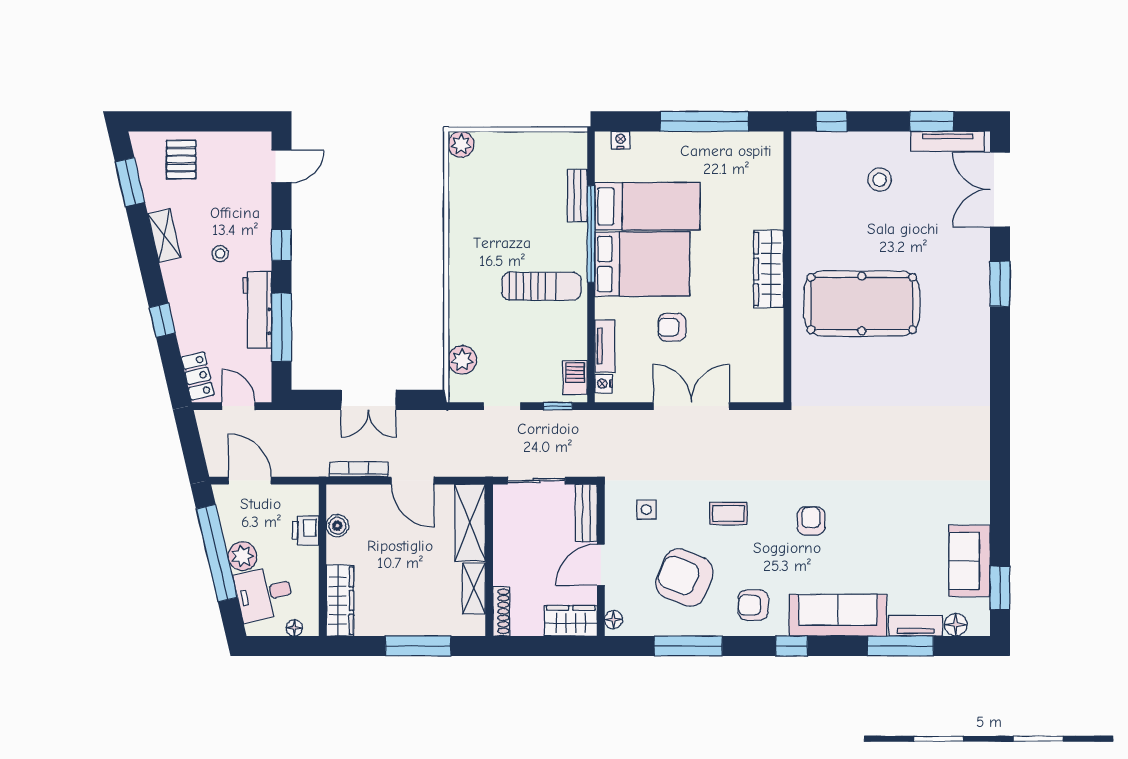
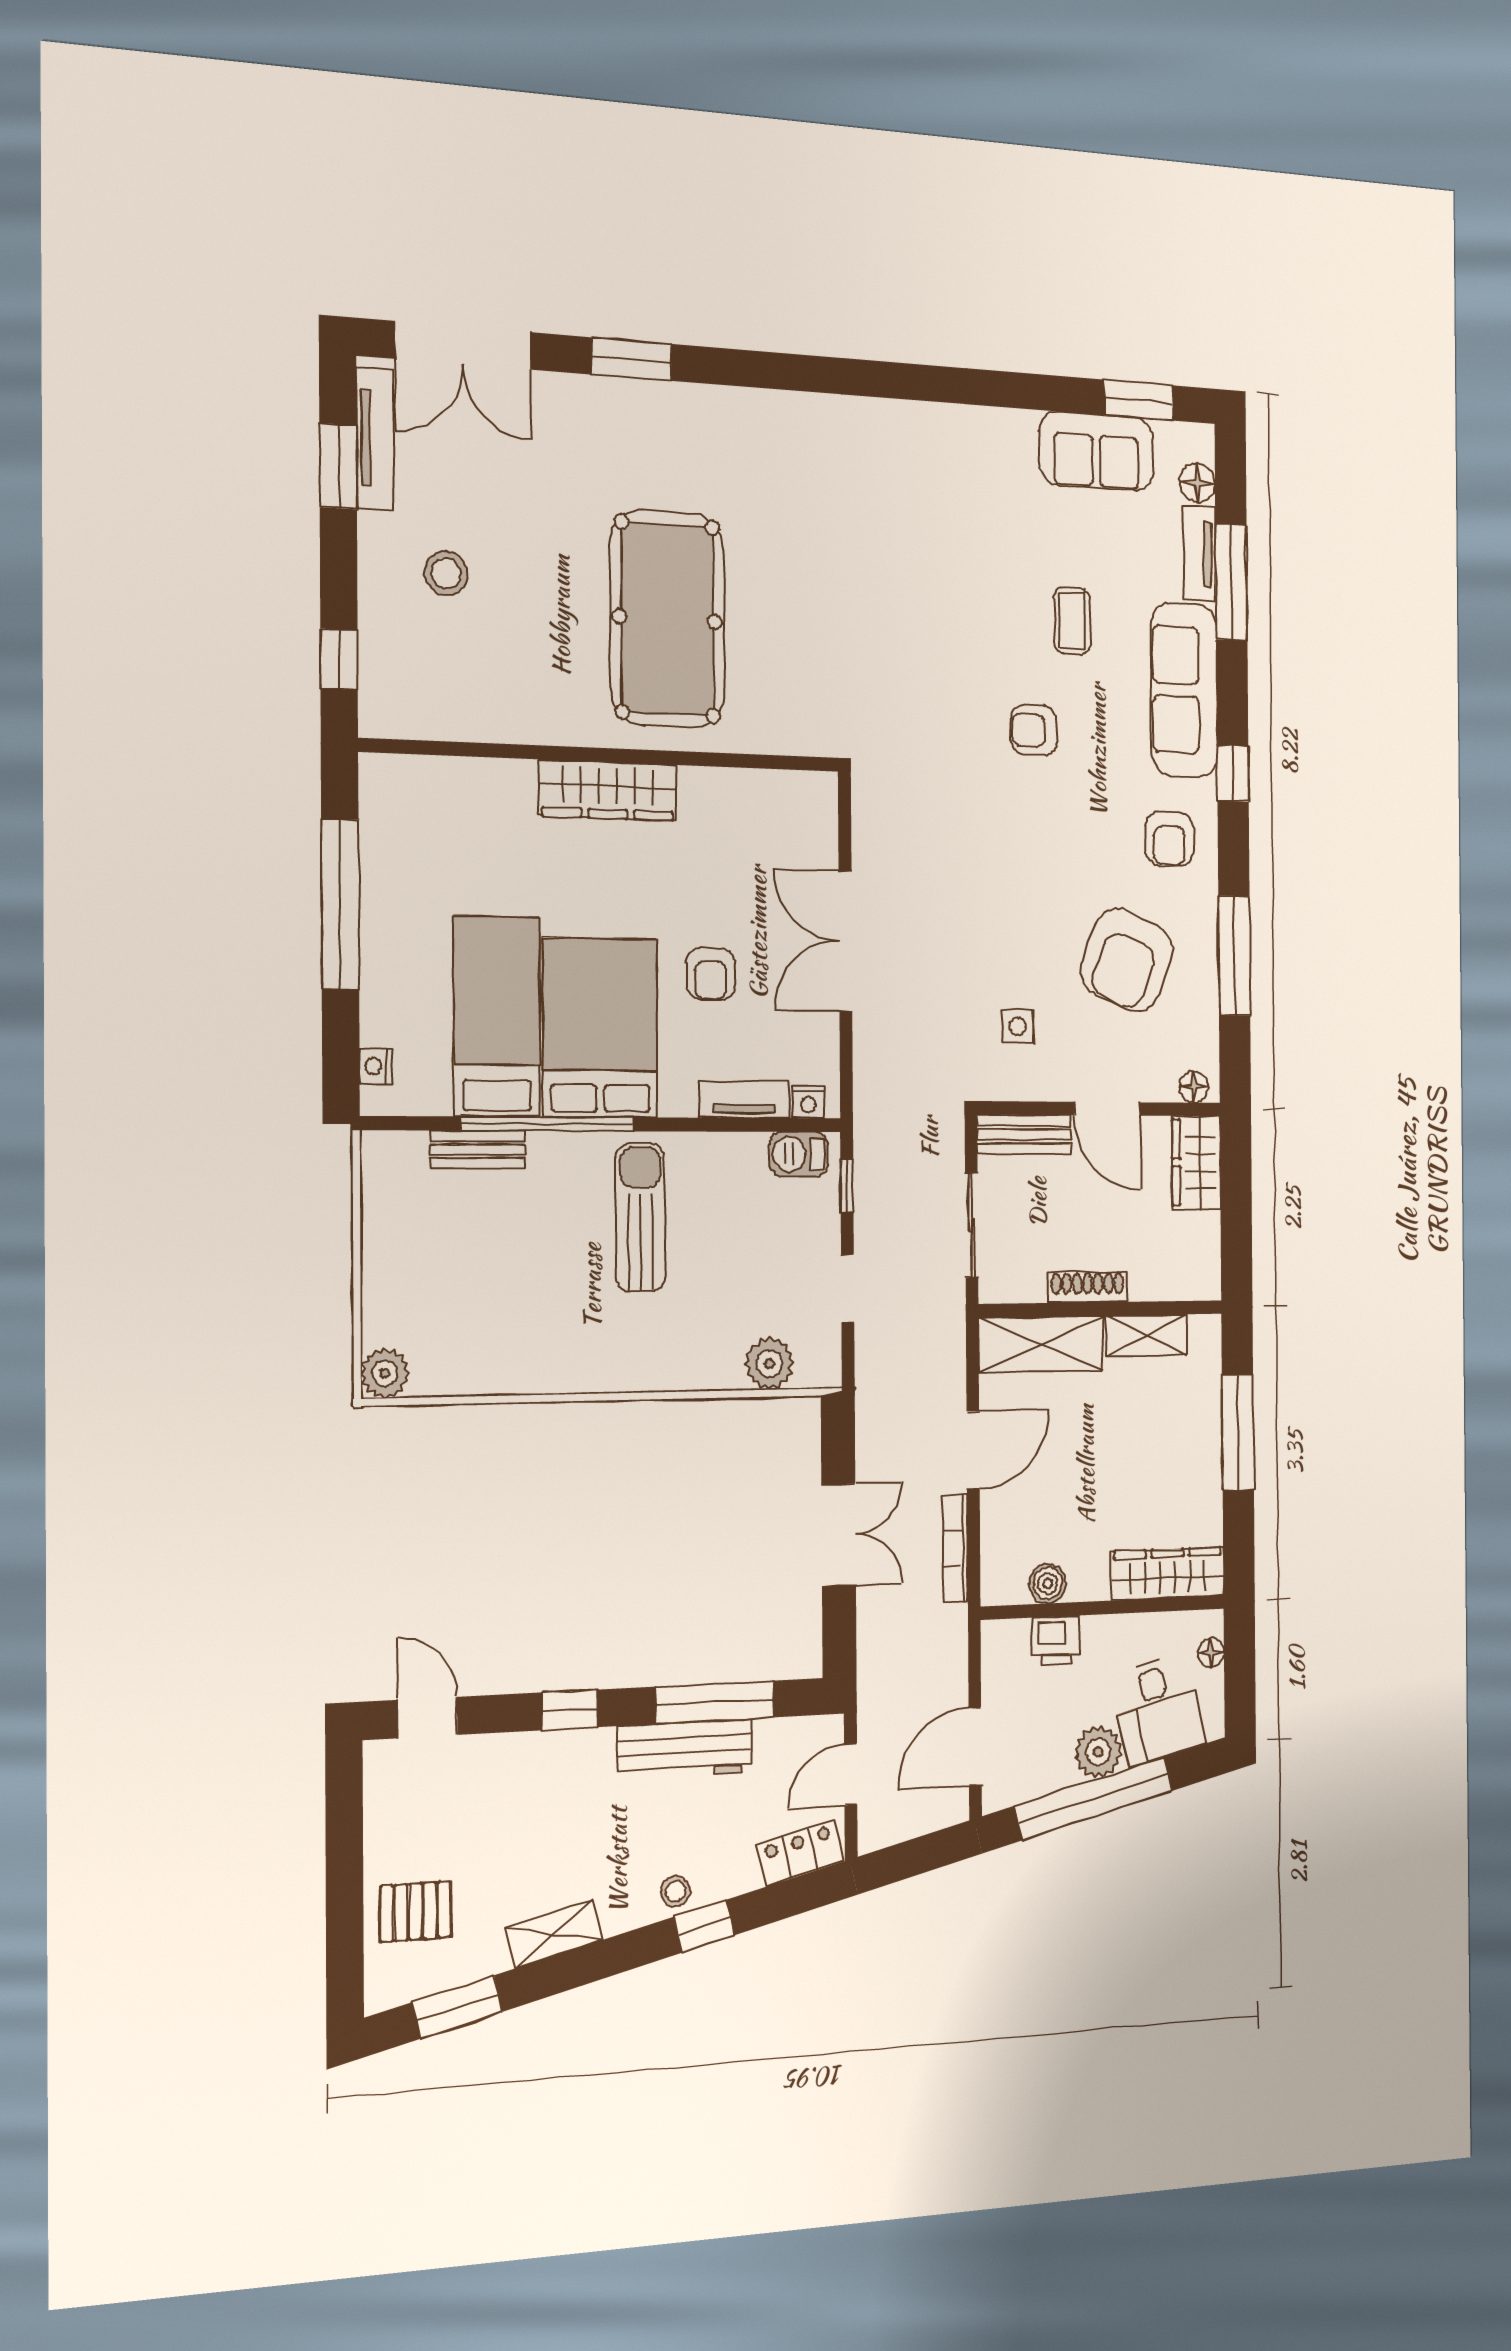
stool: (220, 254) -> (676, 1891), moved
coffee table: (728, 513) -> (1072, 621), moved
shoe rack: (501, 611) -> (1088, 1287), moved

